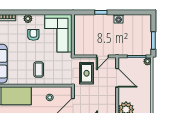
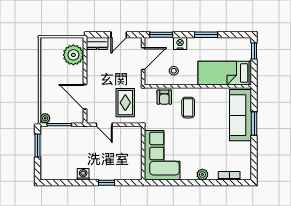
armchair: (33, 35) -> (164, 97), moved
door: (102, 56) -> (104, 125), swing flipped

